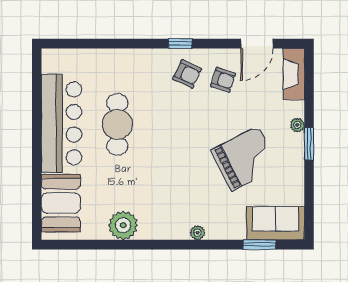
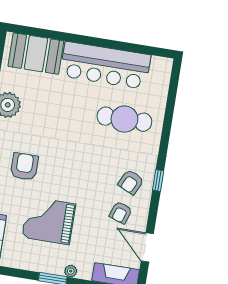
cafe table: (117, 124) -> (124, 119), moved
grand piano: (245, 159) -> (49, 221), turned 117
armchair: (189, 196) -> (24, 167), added

